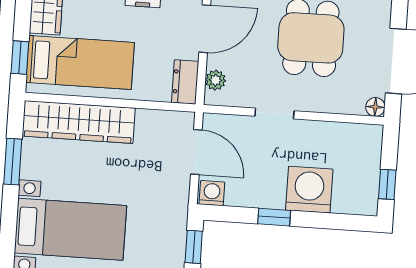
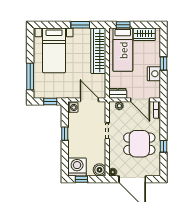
boiler: (368, 139) -> (100, 170), added
door: (196, 152) -> (89, 100), swing flipped
washing machine: (309, 190) -> (77, 167), moved, turned -90

